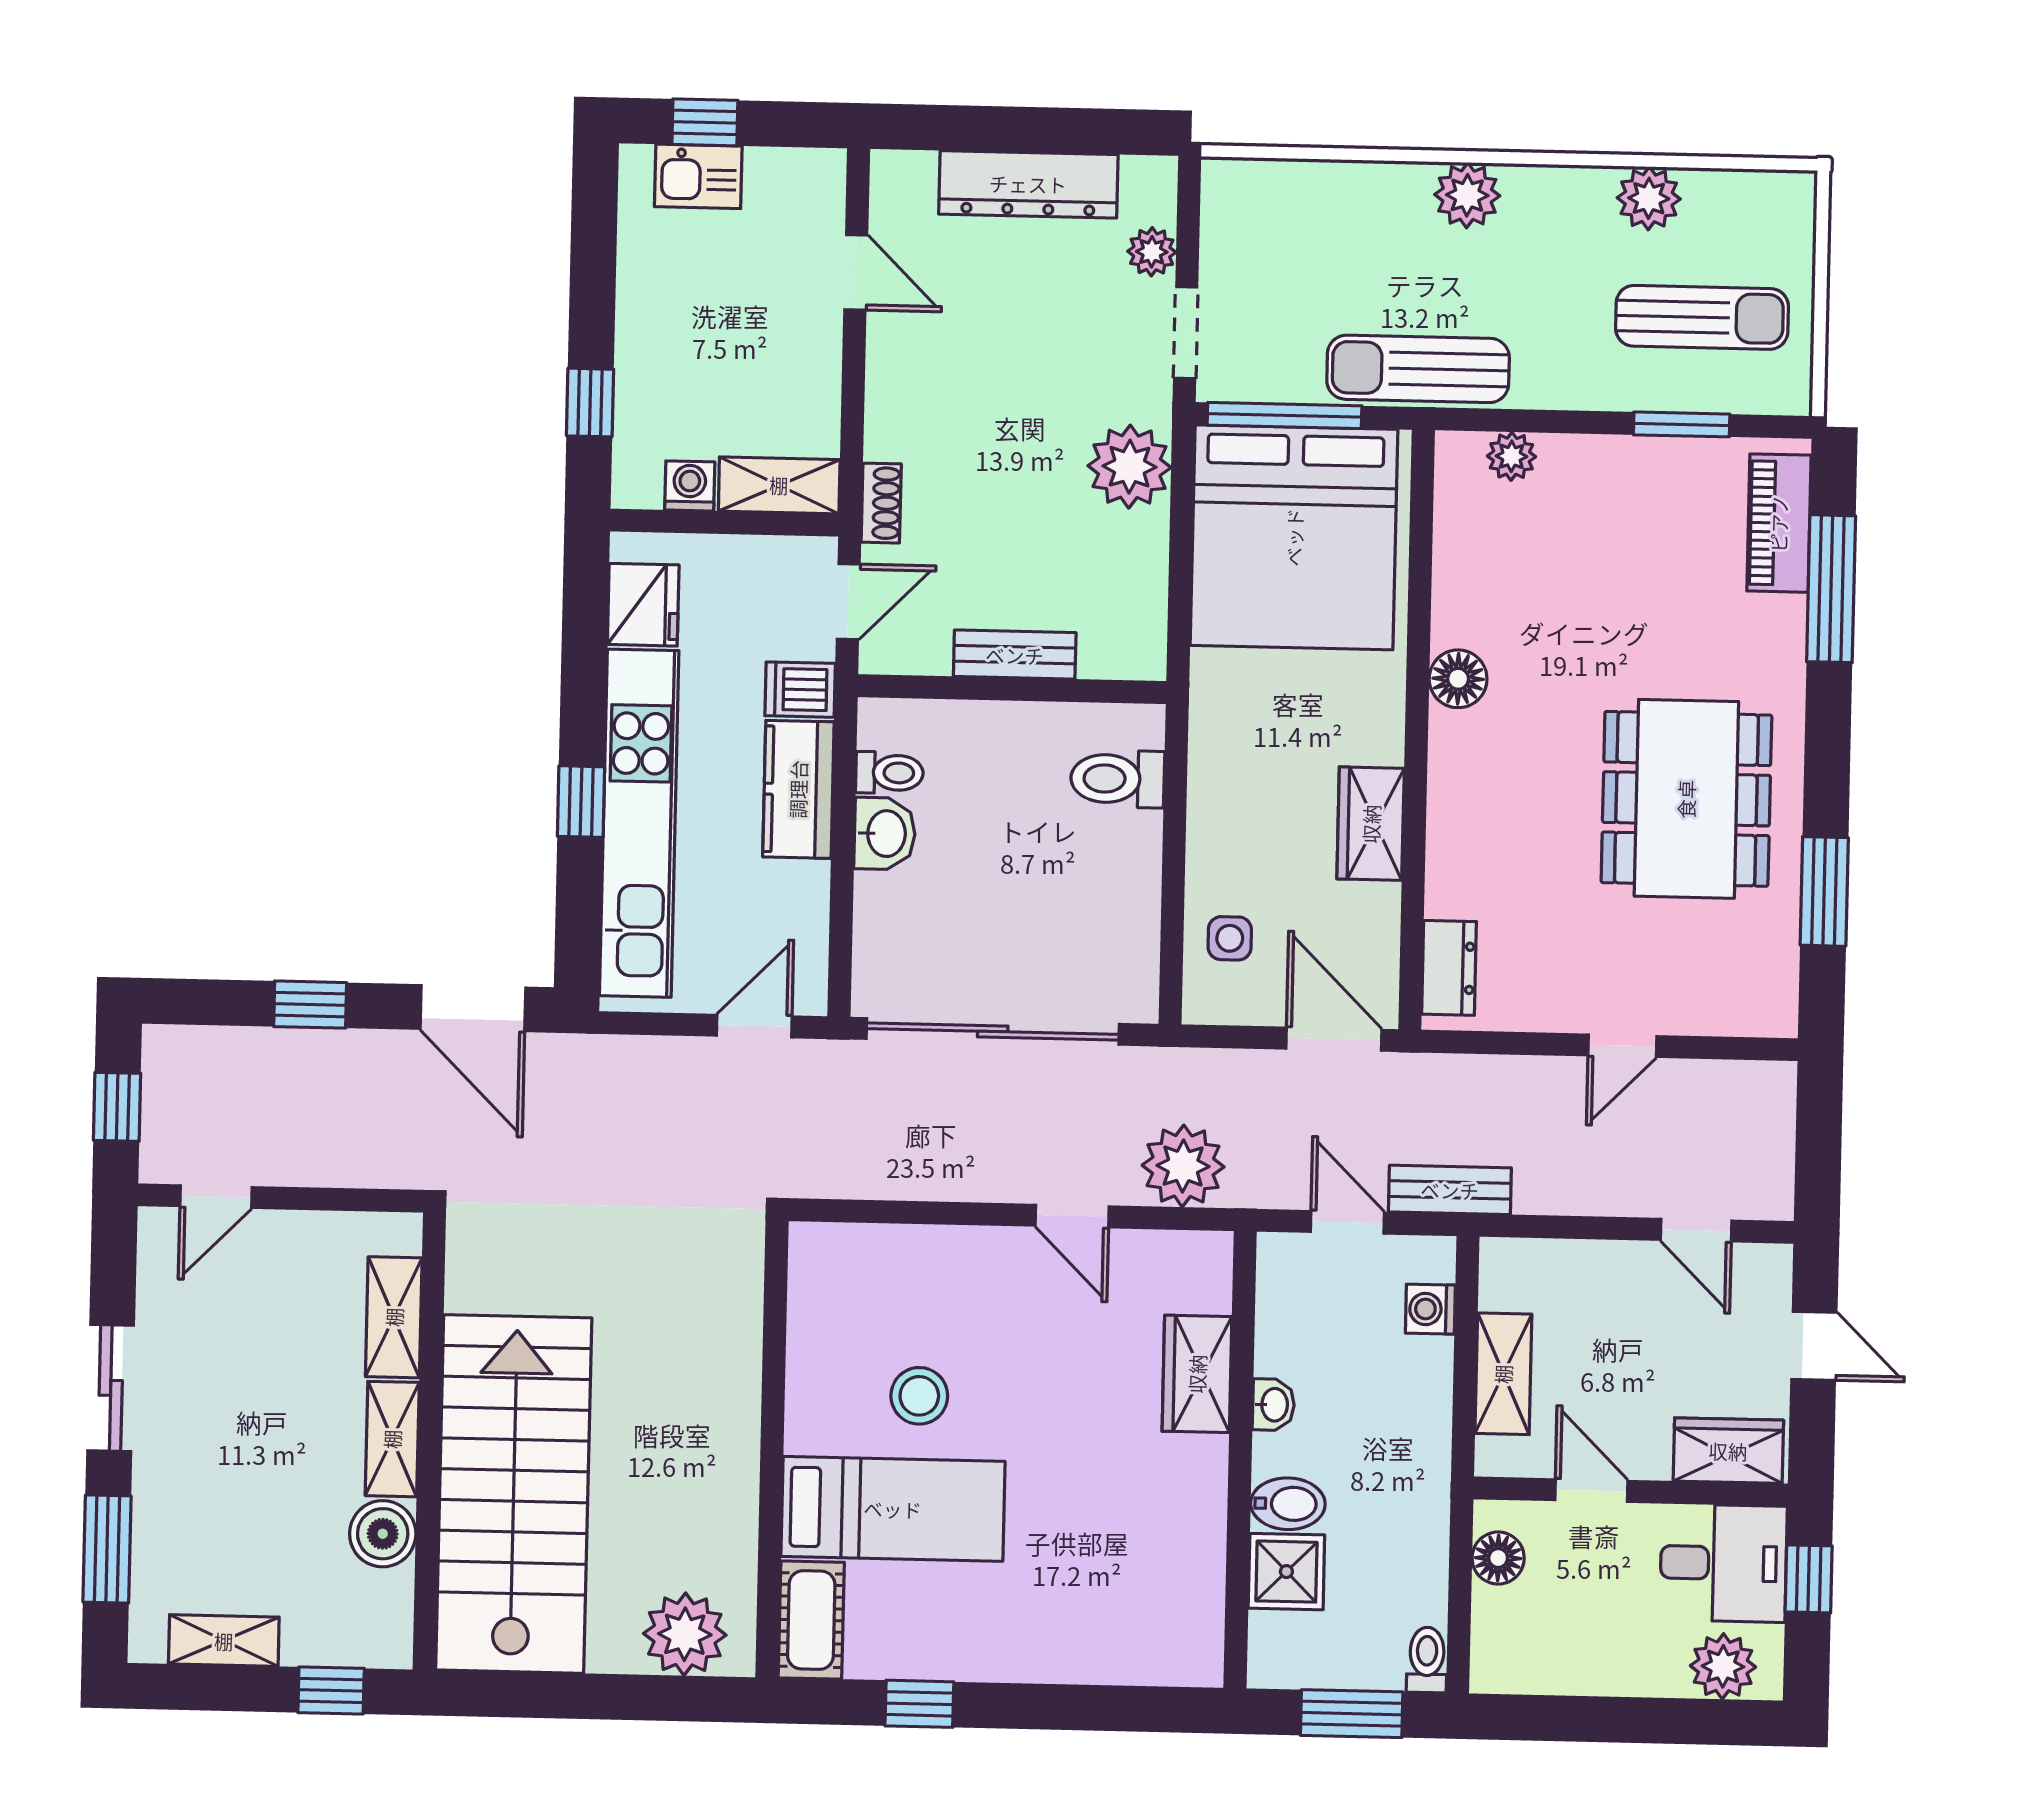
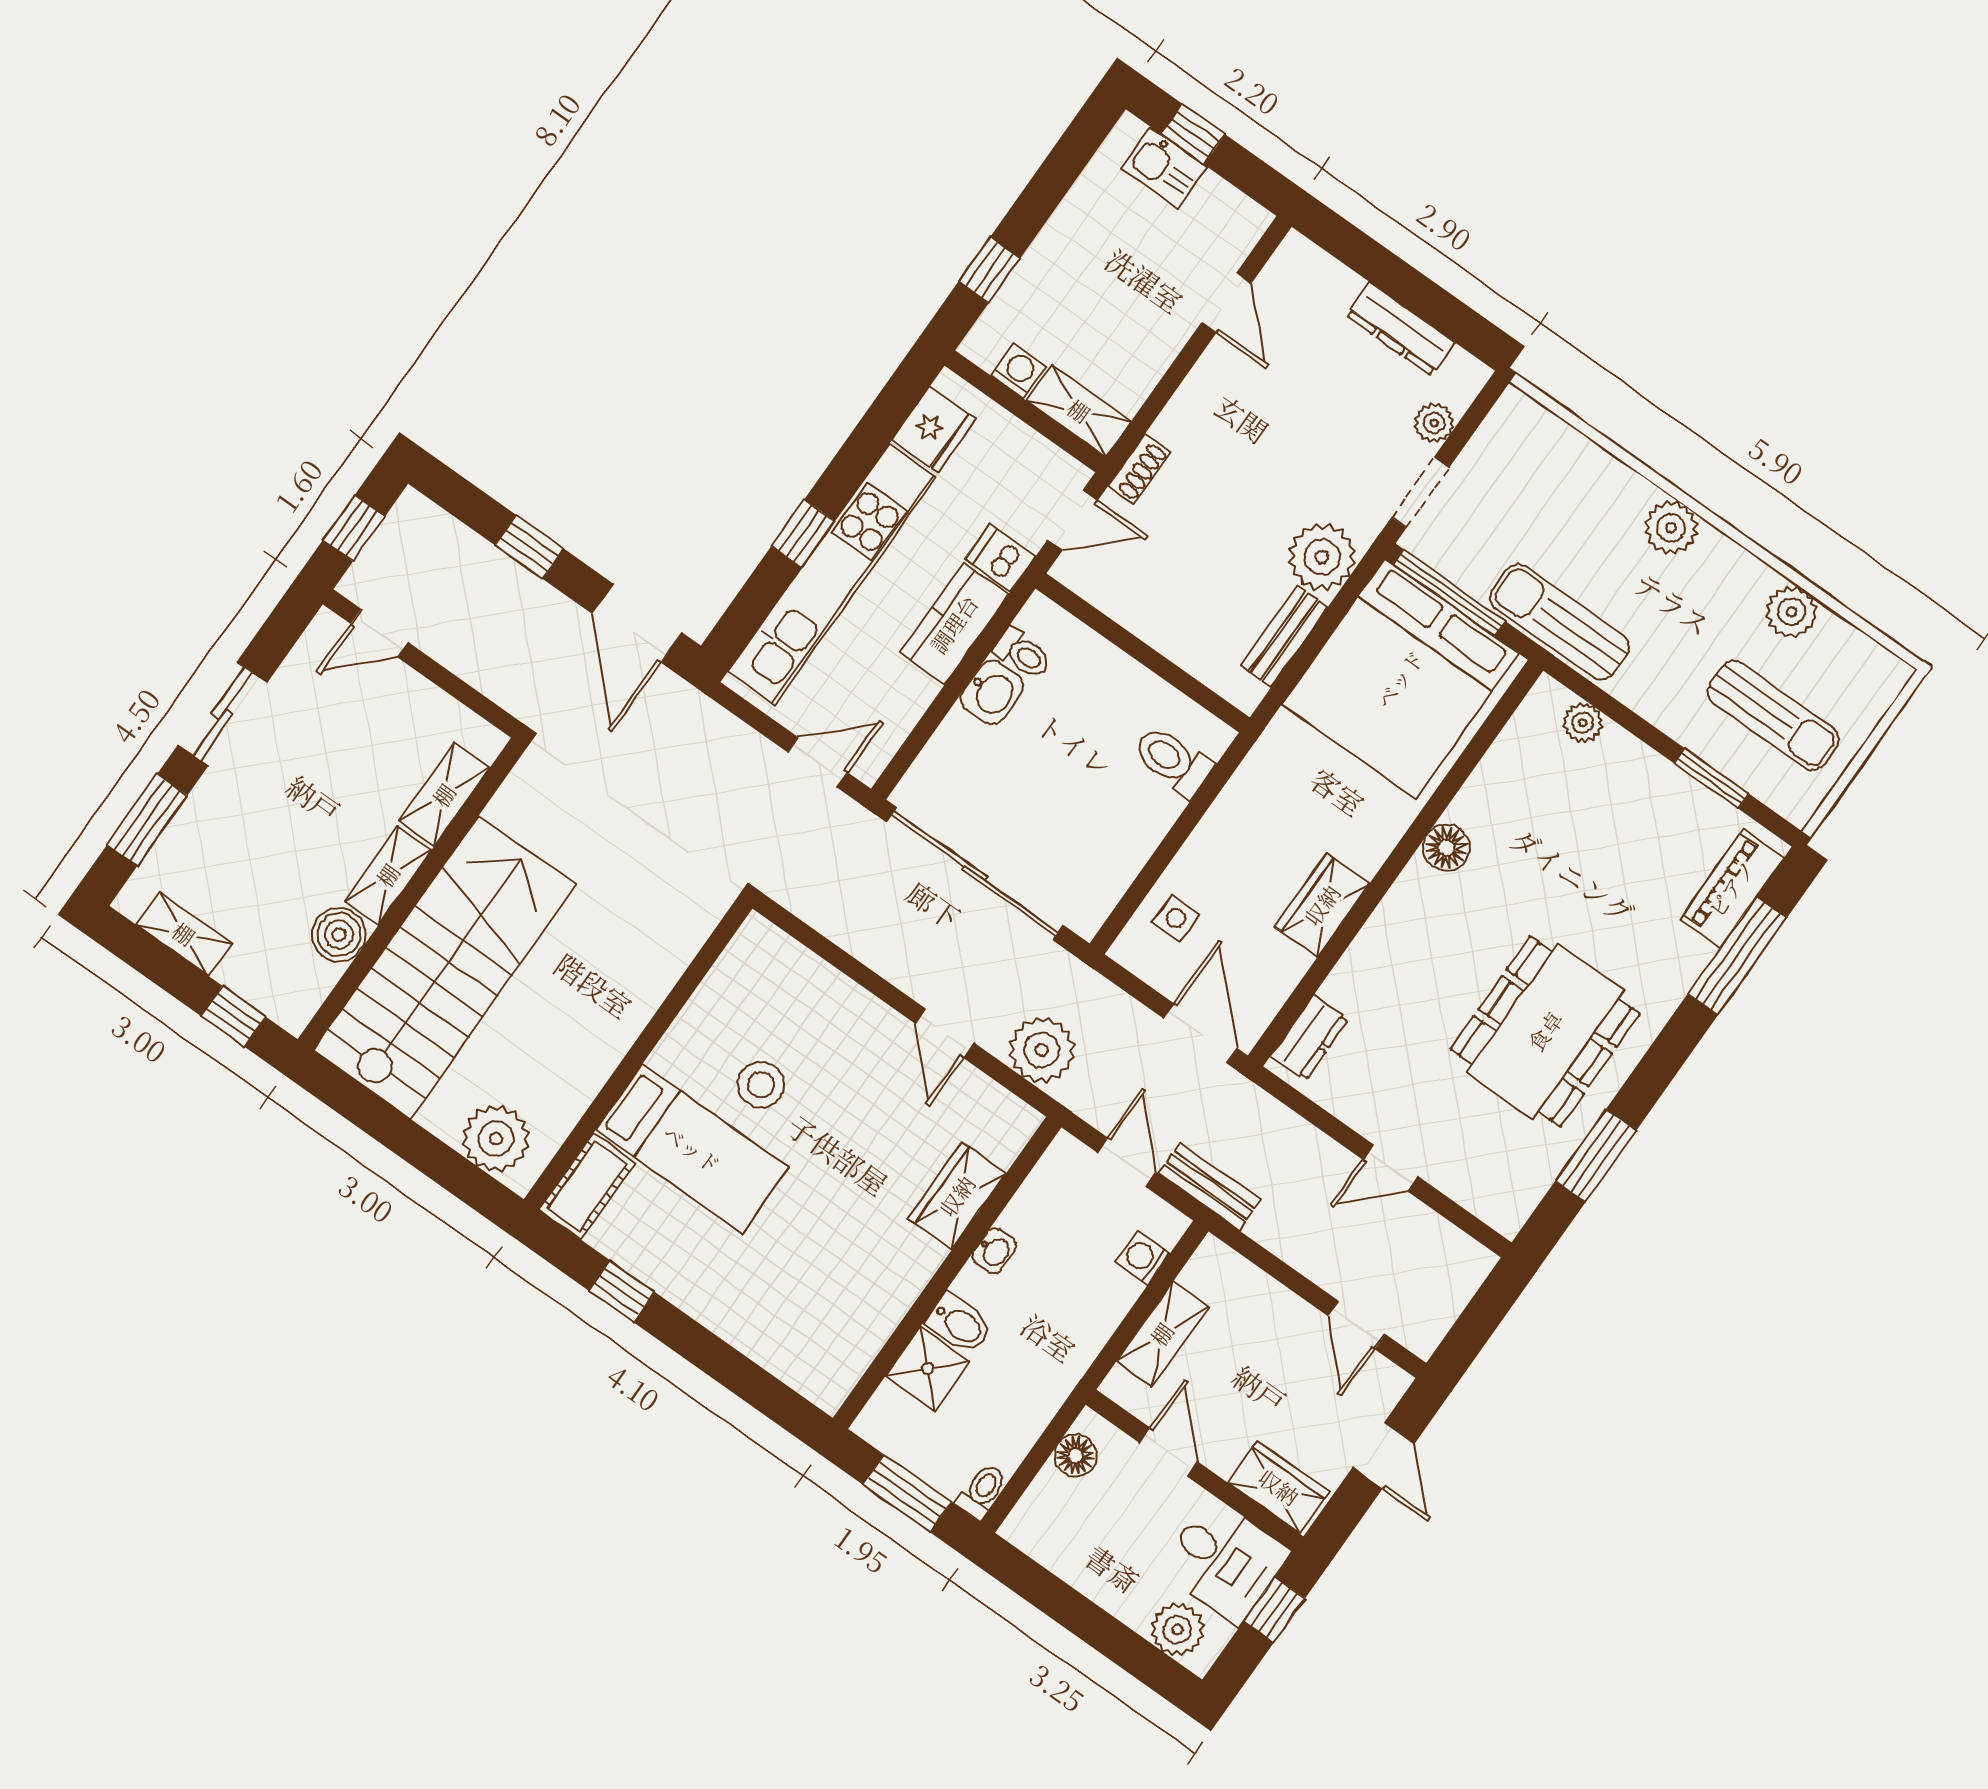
dresser: (1028, 184) -> (1401, 329), width x0.73, depth x0.80
bench: (1015, 655) -> (1284, 636), moved, turned 90

